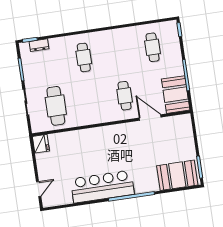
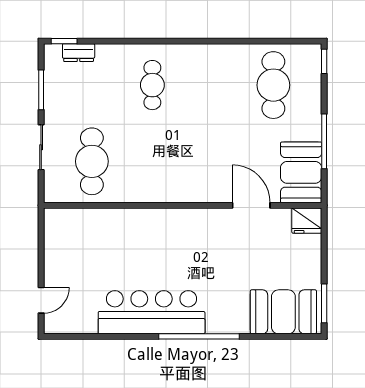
cafe table: (153, 47) -> (273, 85), width x1.37, depth x1.35
cafe table: (125, 96) -> (213, 161), removed
fridge: (41, 144) -> (307, 221), moved, turned 90

